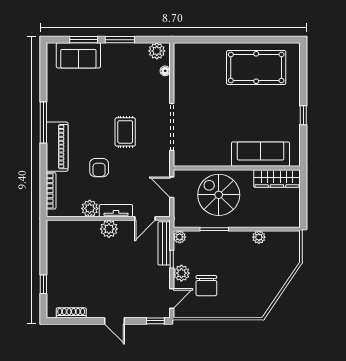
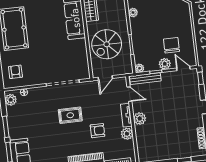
armchair: (195, 62) -> (15, 72), added
chair: (206, 286) -> (171, 45), turned -90

